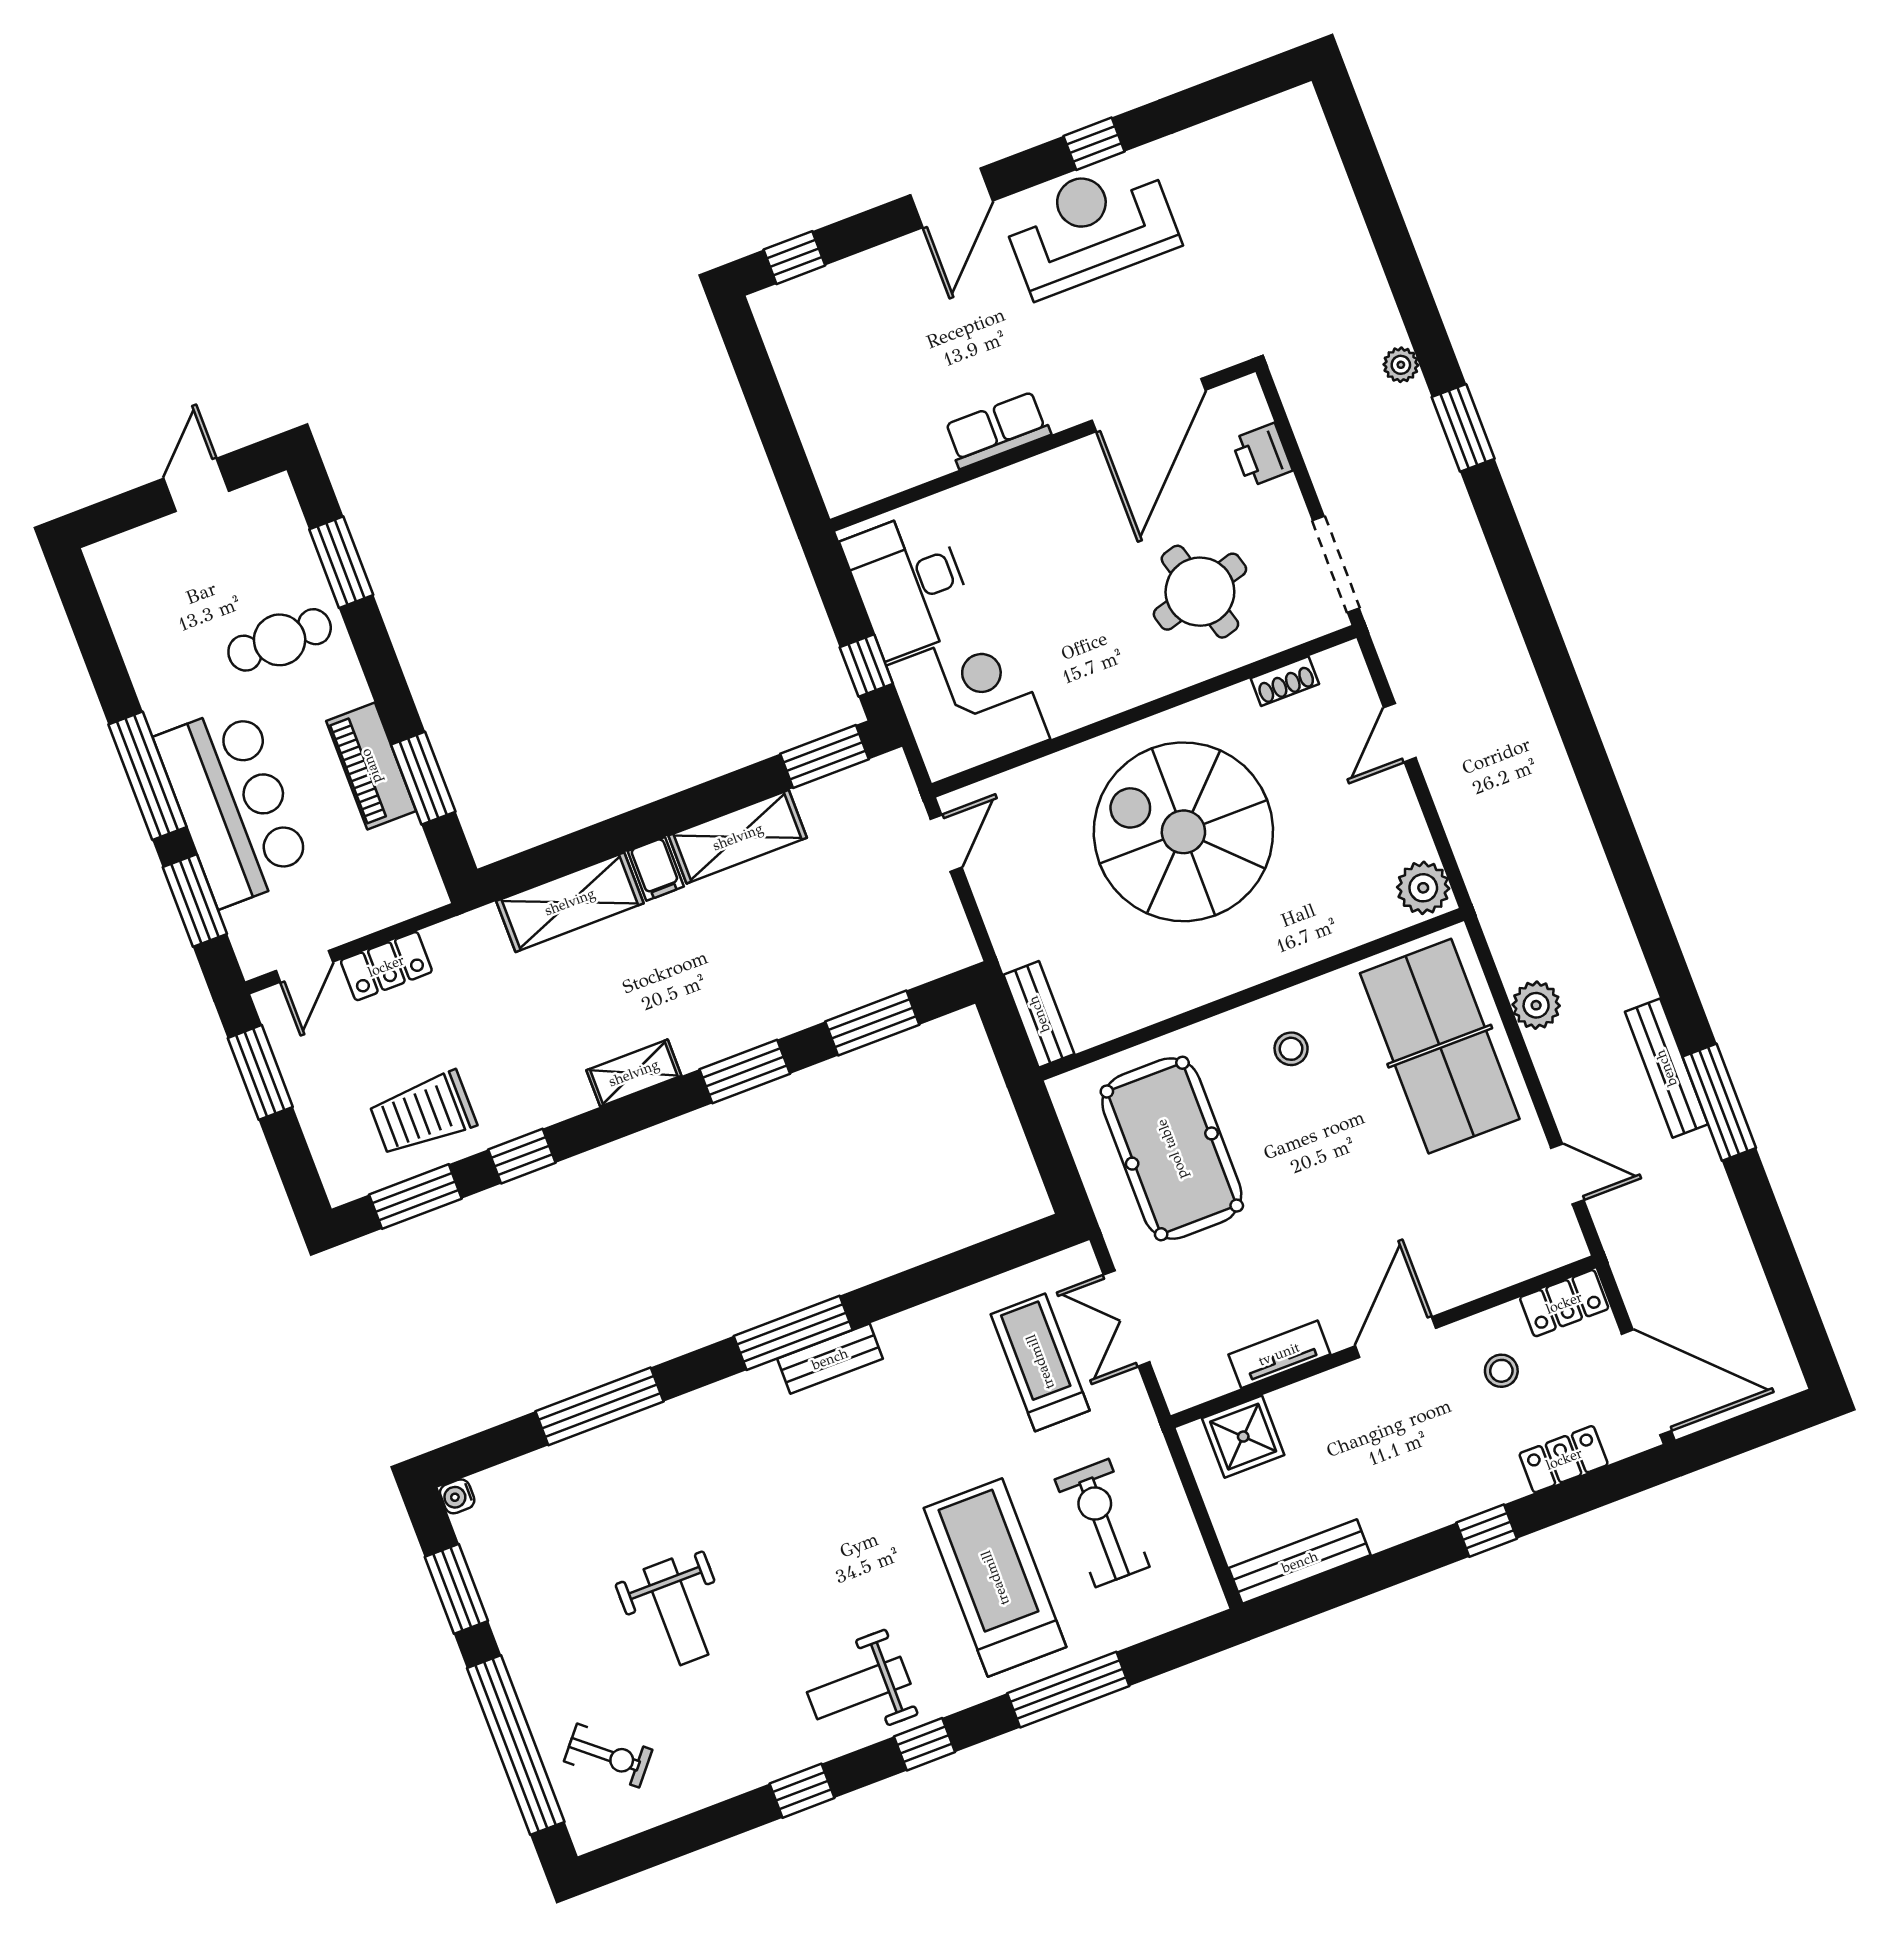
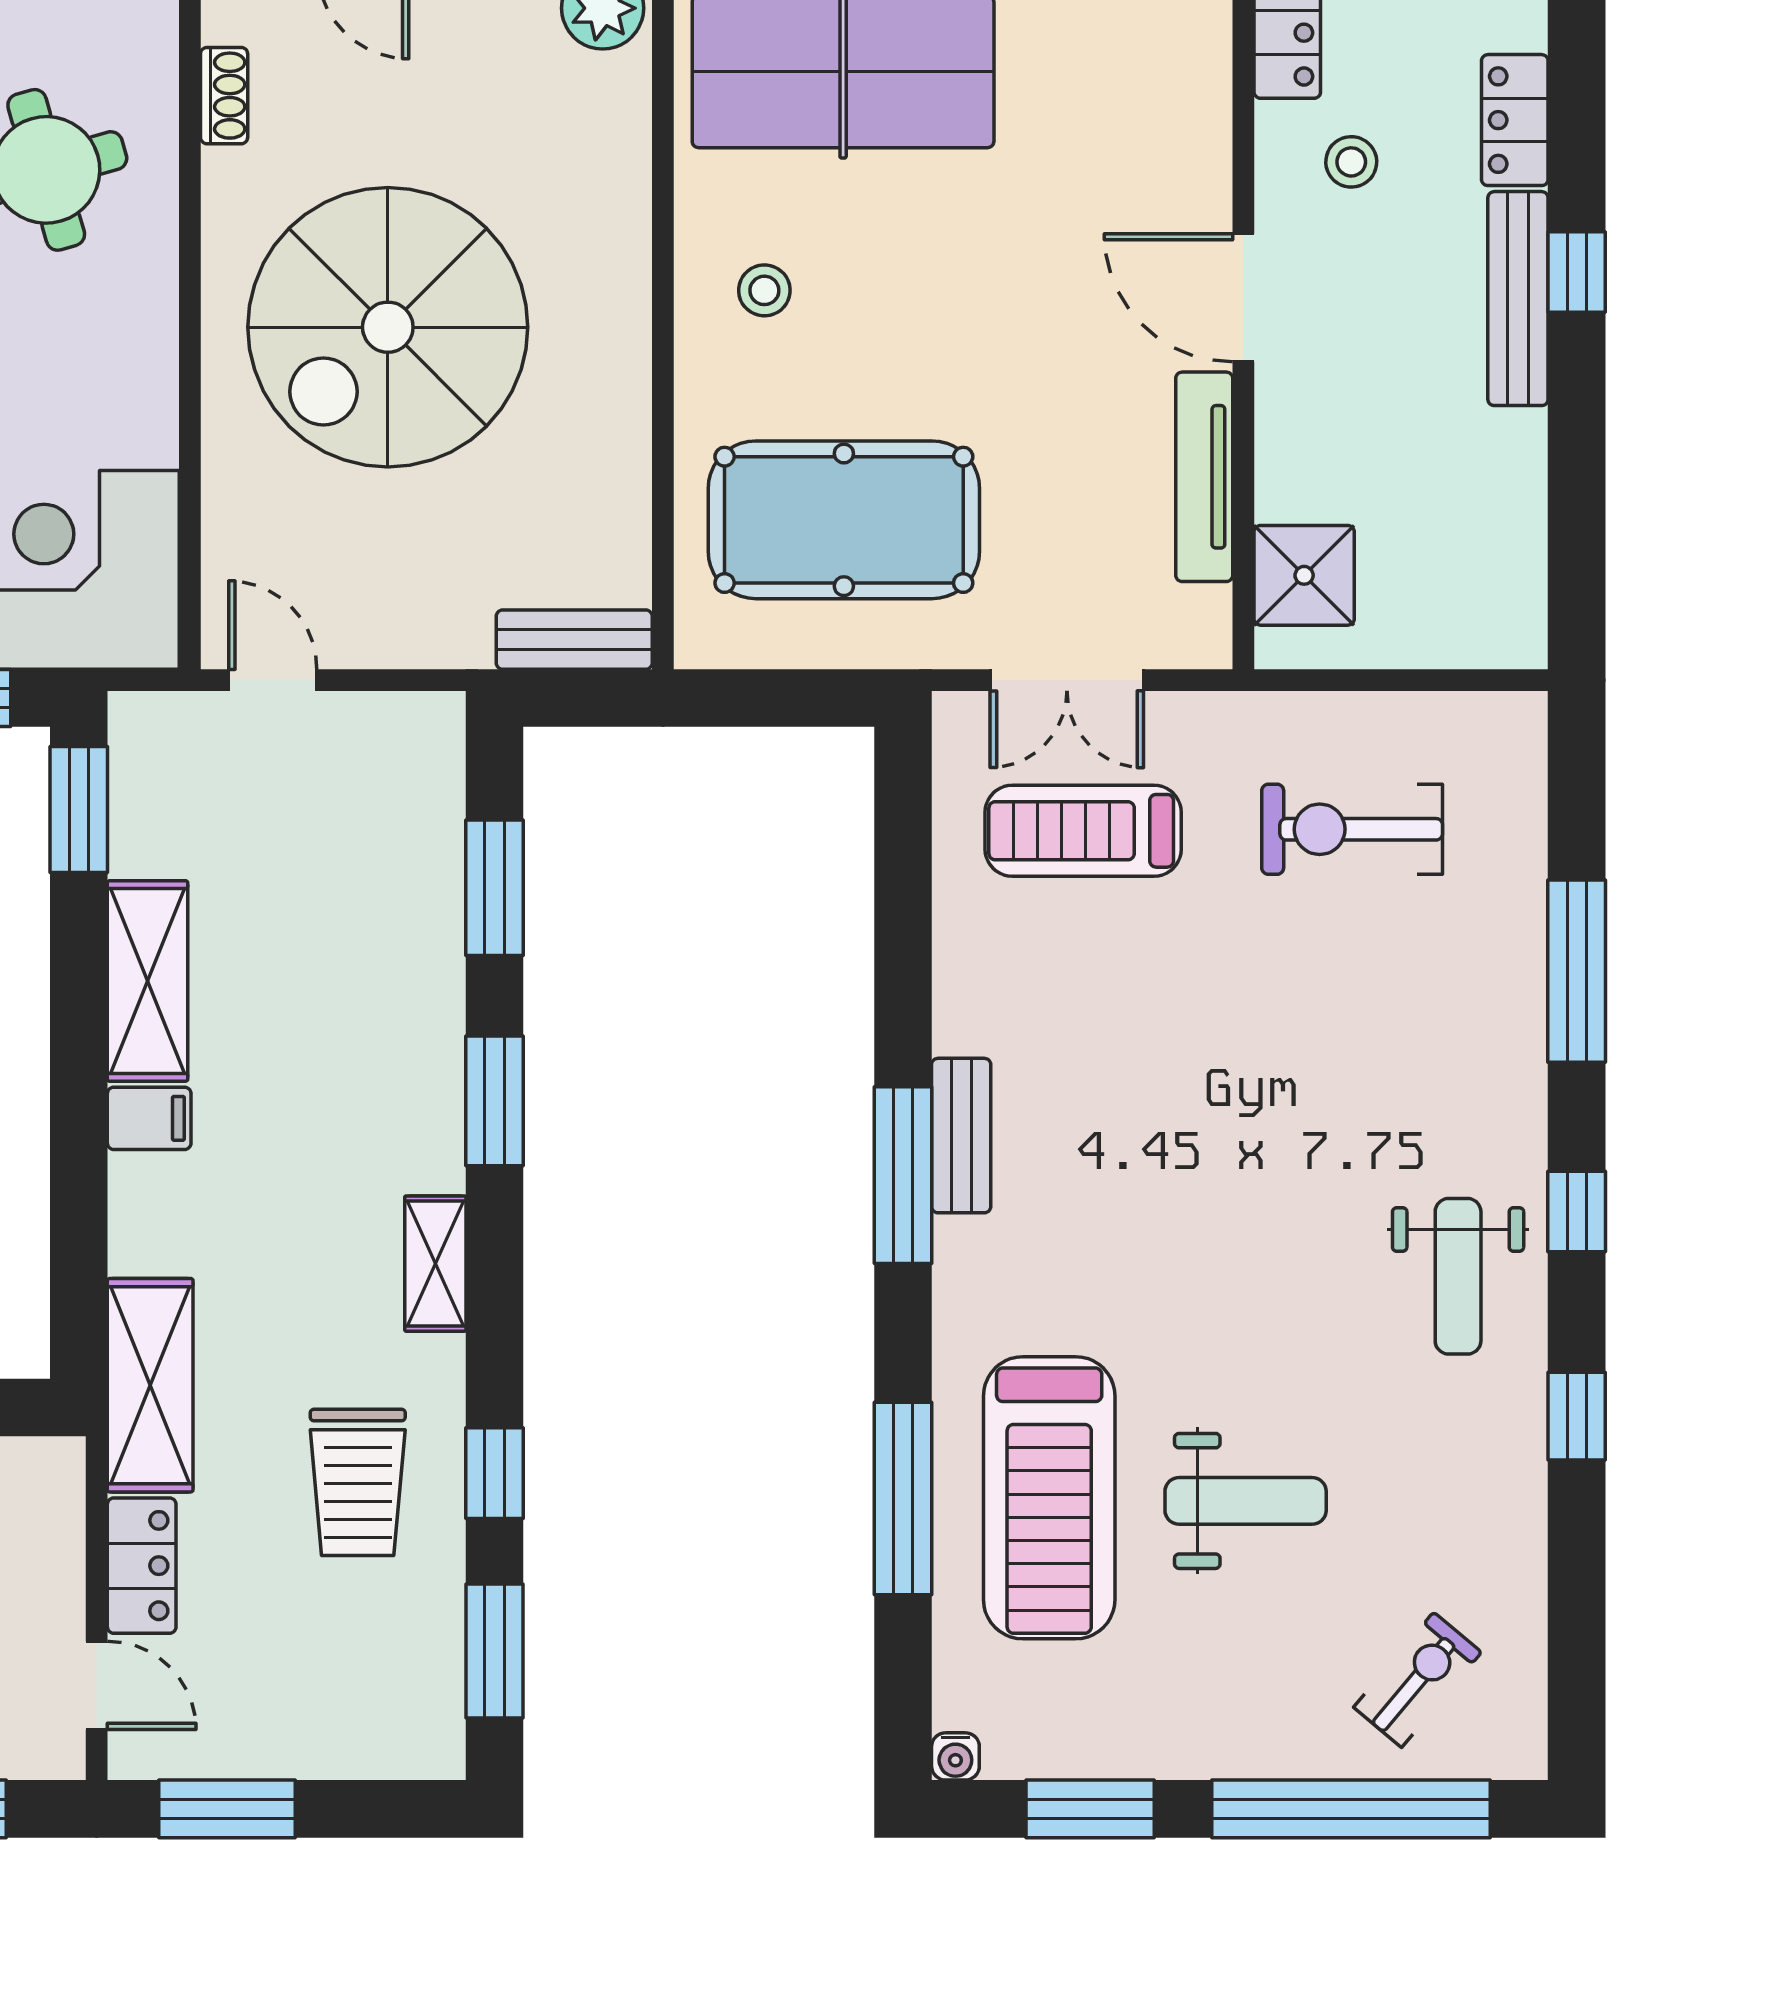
shelving: (570, 902) -> (150, 1385), moved
trolley: (423, 1114) -> (358, 1482), moved
tv unit: (1279, 1354) -> (1204, 477), width x1.41
bench: (1300, 1562) -> (1518, 299), moved
treadmill: (995, 1578) -> (1049, 1498), moved, turned -90

